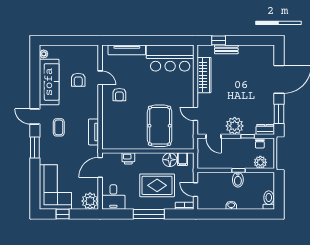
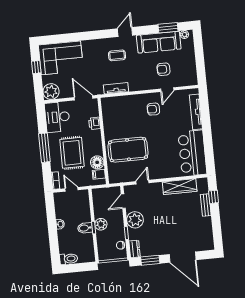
window: (35, 148) -> (168, 28), moved
plant: (260, 162) -> (101, 224), moved
door: (196, 190) -> (72, 189), hinge flipped
desk: (113, 197) -> (57, 117), width x1.37

